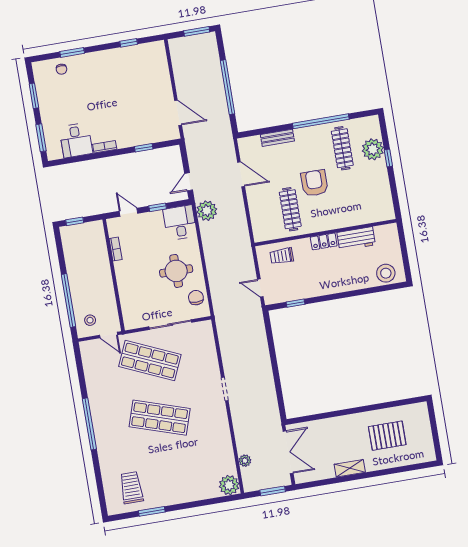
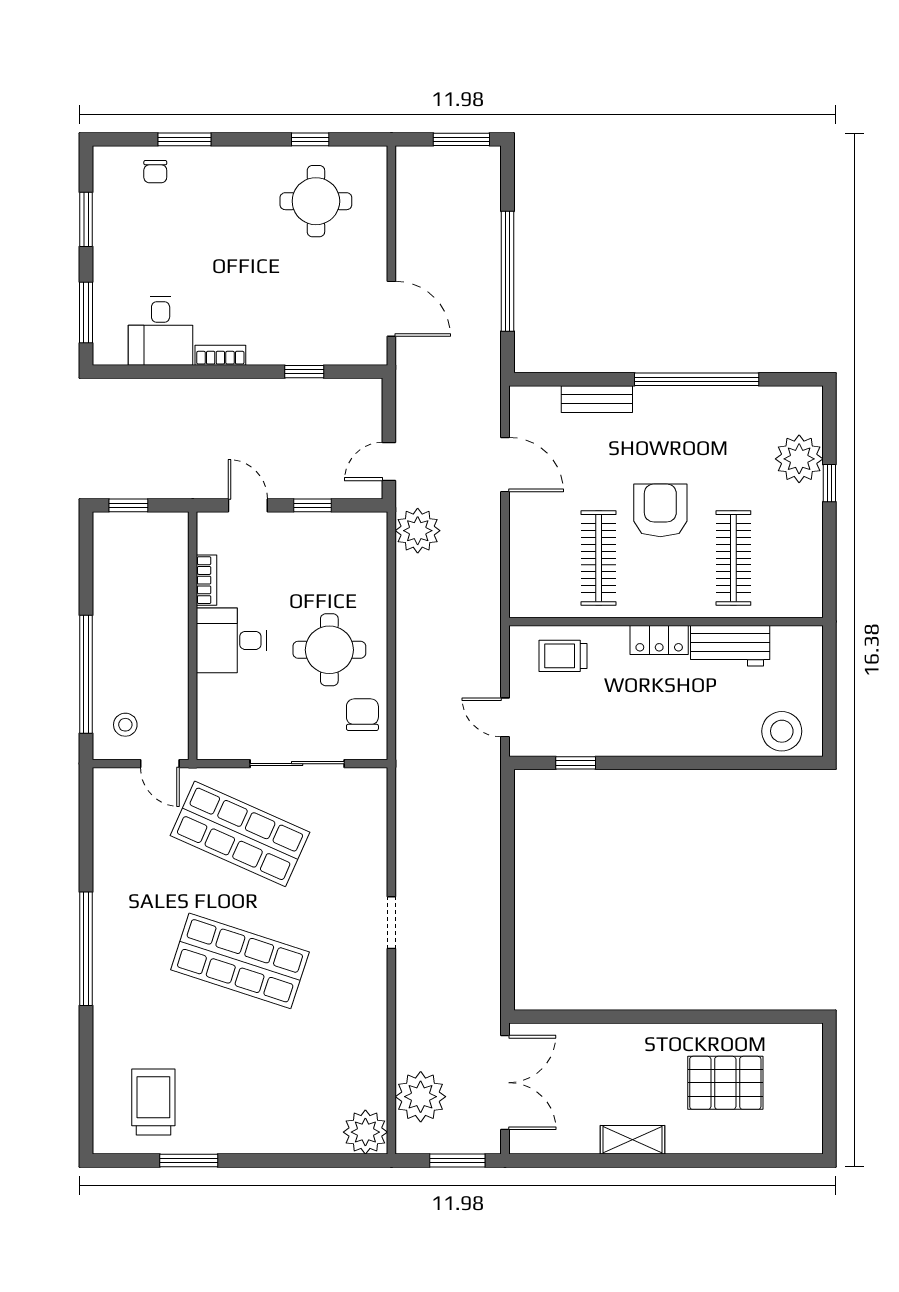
round table: (136, 70) -> (316, 201), added
clothes rail: (342, 148) -> (733, 558), moved
desk: (180, 223) -> (231, 640), moved, turned -90
plant: (245, 461) -> (421, 1097), width x1.88, depth x1.88

